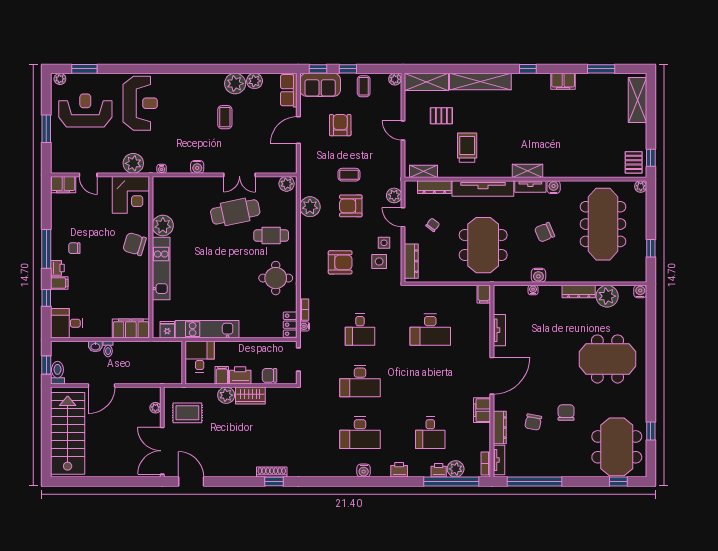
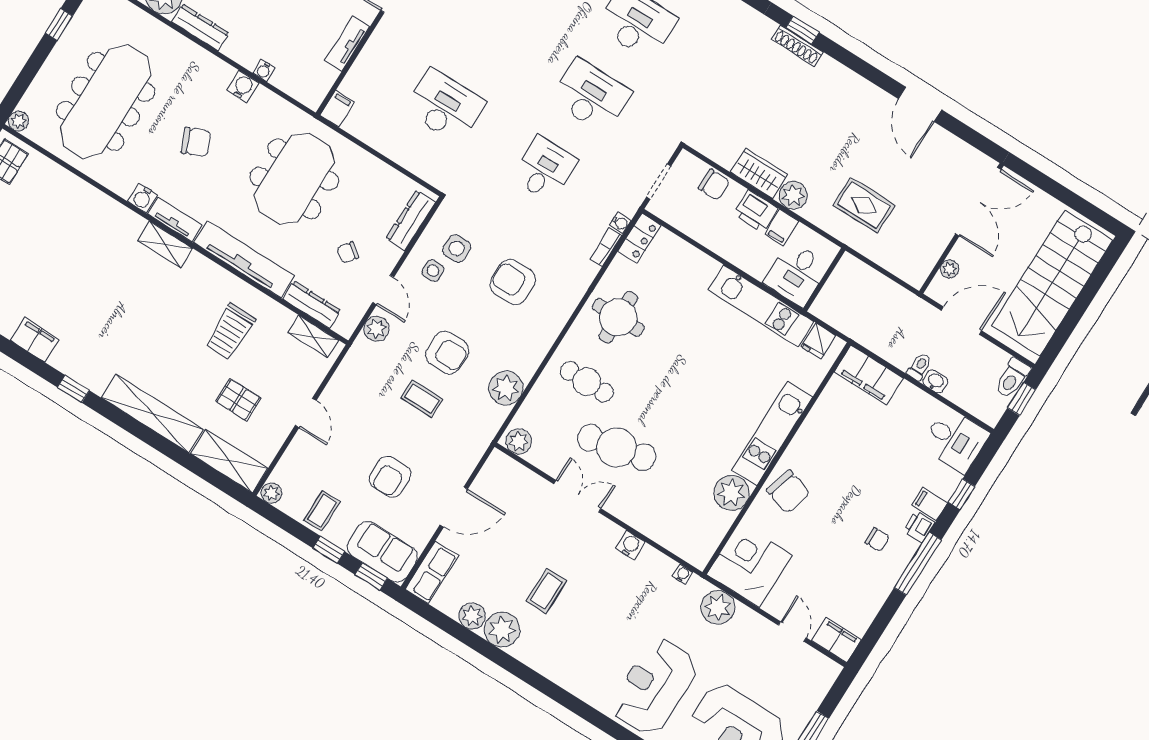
plant: (155, 408) -> (950, 269), moved
wall: (162, 432) -> (961, 228), moved
double door: (162, 451) -> (978, 202), moved

